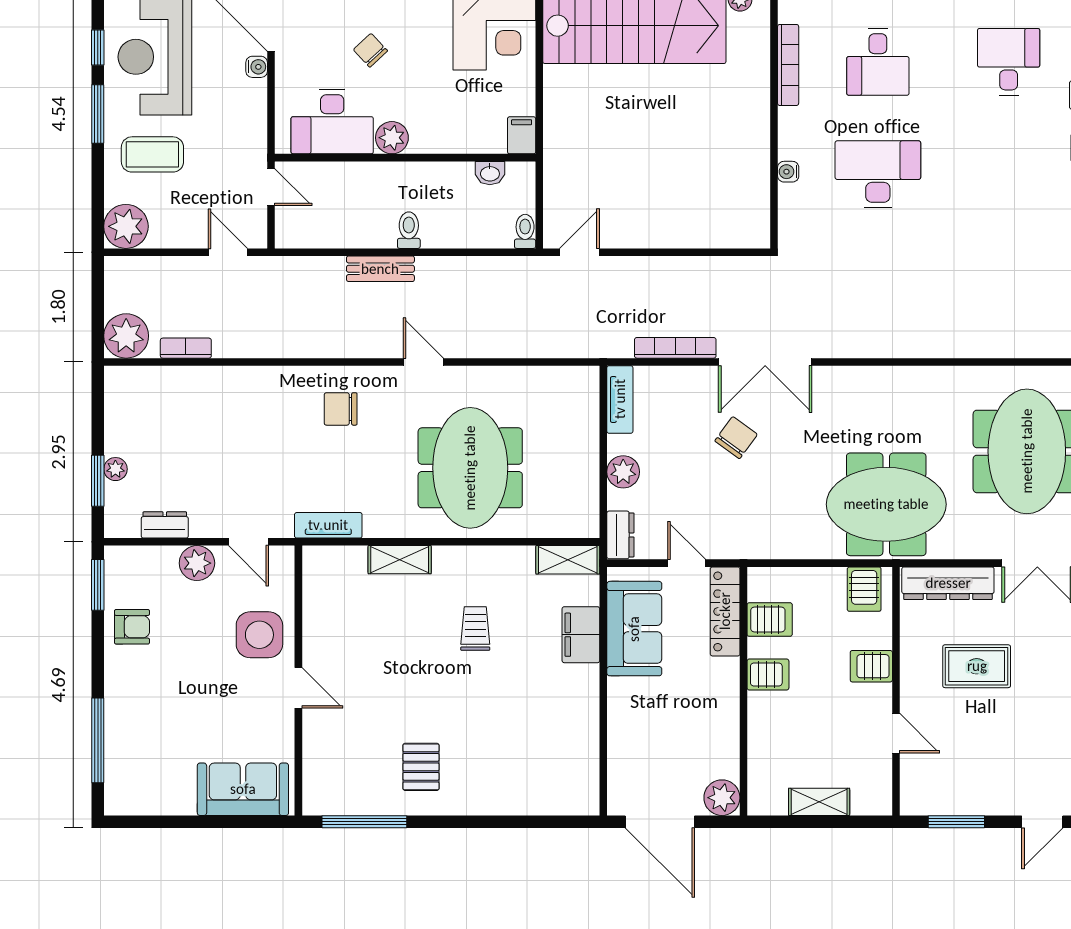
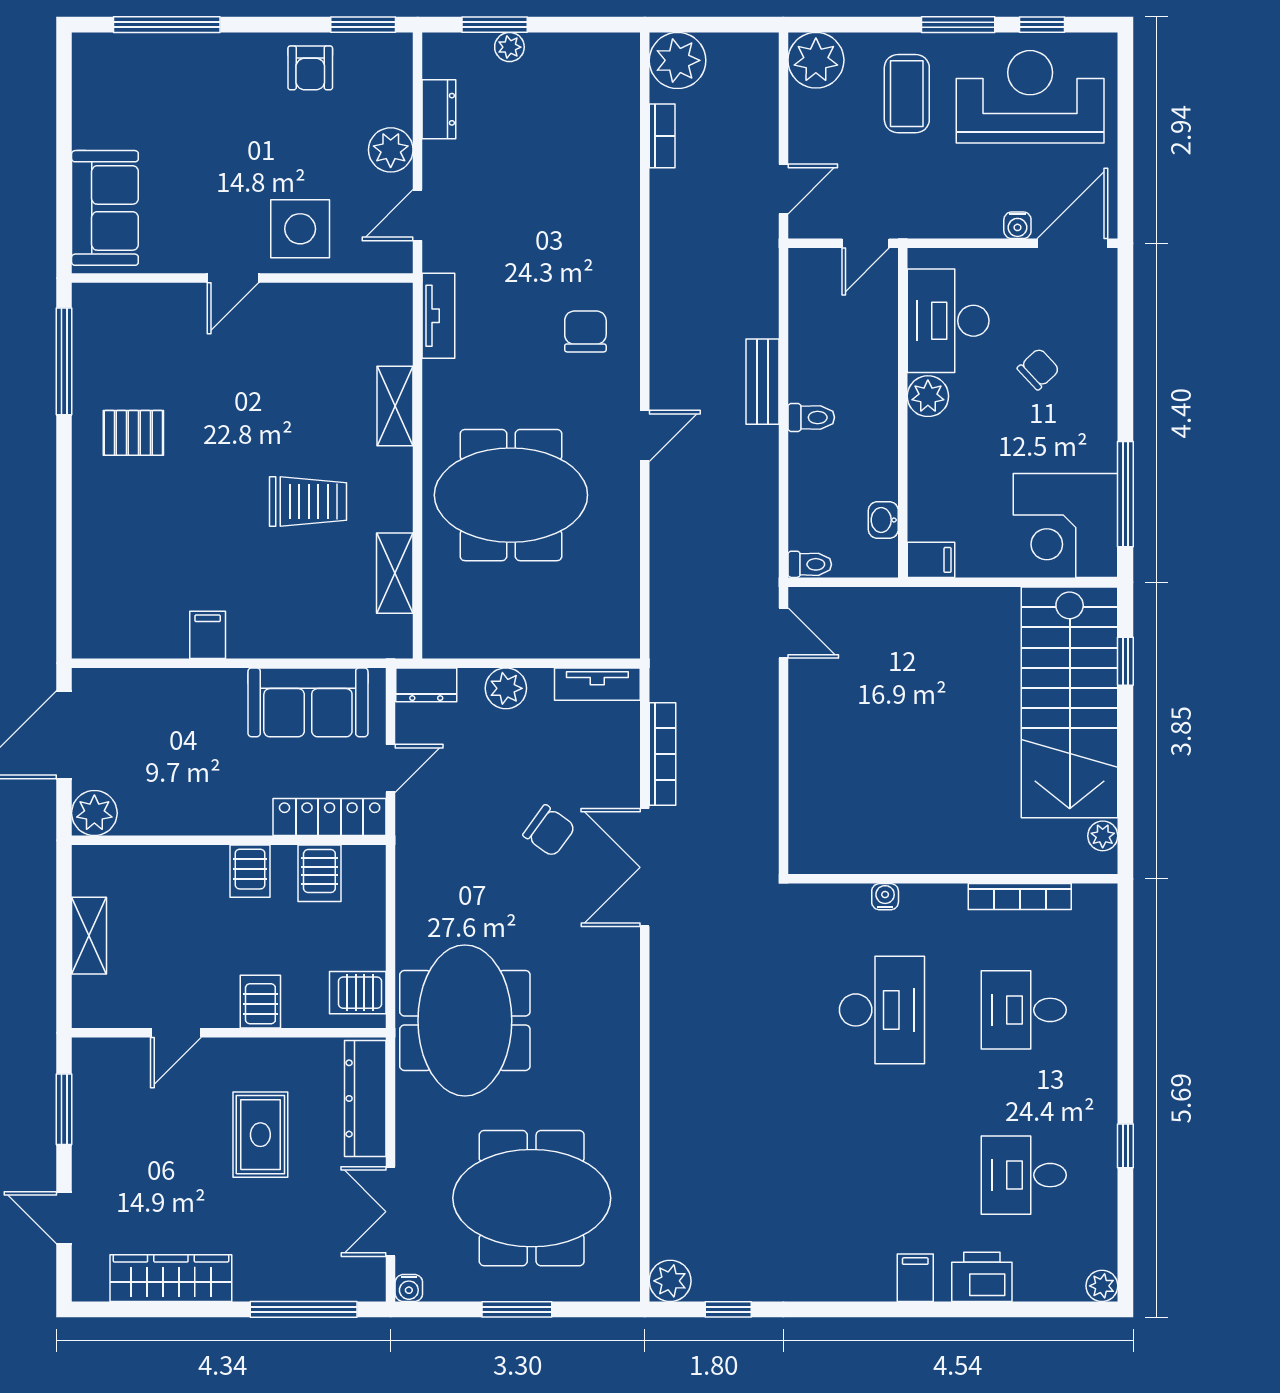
desk: (1009, 62) -> (1024, 1175), turned 180
shelving: (568, 560) -> (395, 573), moved
trolley: (475, 629) -> (308, 501), width x1.36, depth x1.39
filing cabinet: (581, 635) -> (208, 635), moved, width x0.50

